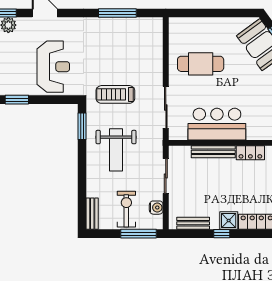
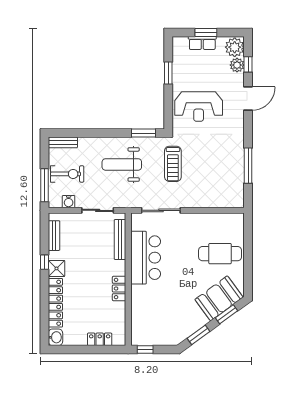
cafe table: (201, 64) -> (220, 254), moved, turned 90
treadmill: (115, 94) -> (173, 164), turned 180
bench: (213, 152) -> (120, 239), moved

